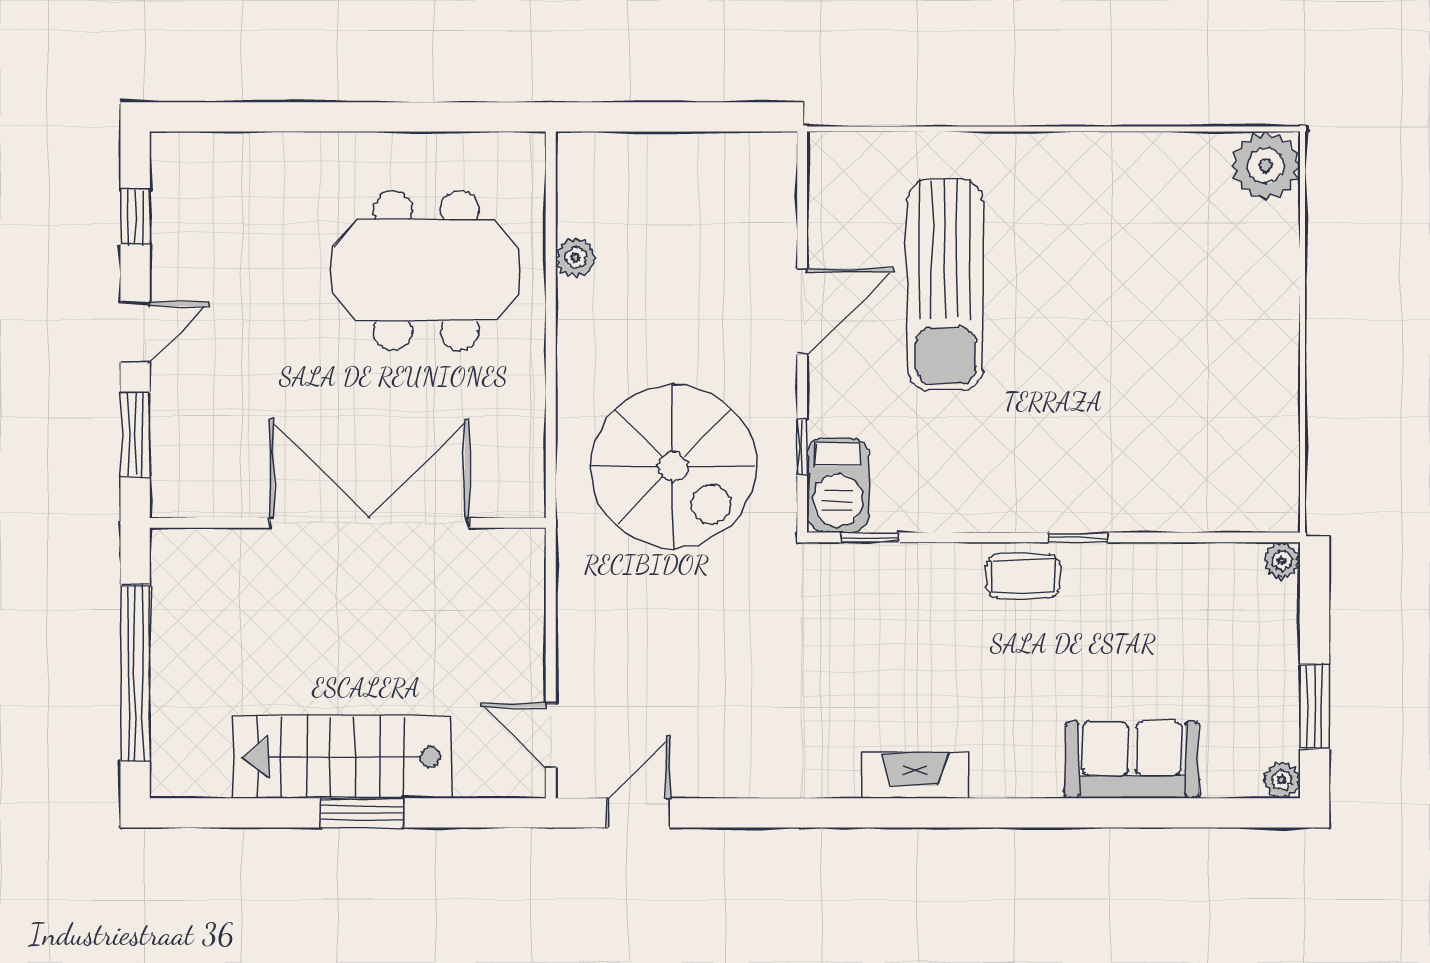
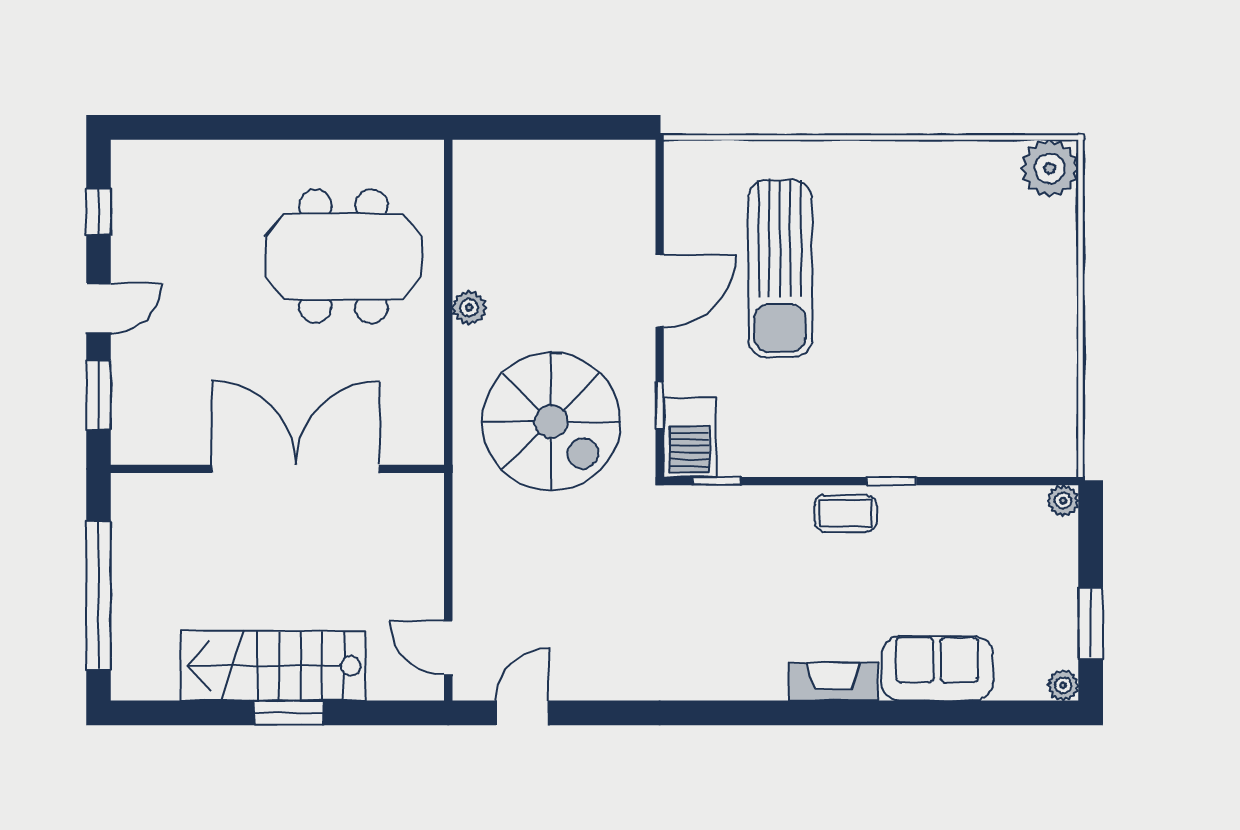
plant: (576, 258) -> (469, 308), moved
fireplace: (915, 776) -> (833, 682), moved

